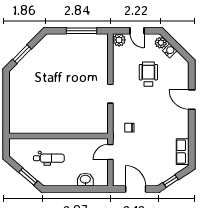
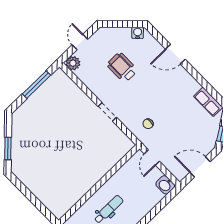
door: (137, 31) -> (80, 42), swing flipped
plant: (161, 43) -> (108, 33), removed
water cooler: (170, 51) -> (138, 33), moved
washbasin: (85, 180) -> (165, 185), moved, turned -90

